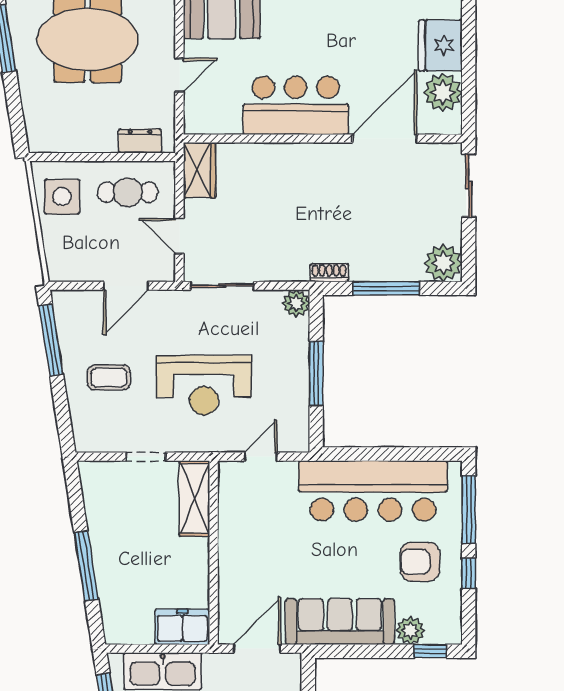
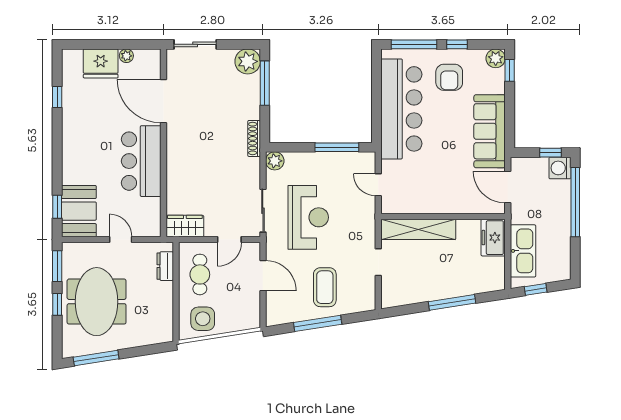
plant: (443, 92) -> (126, 56), width x0.53, depth x0.53
shoe rack: (329, 273) -> (254, 138), width x1.43
window: (386, 288) -> (265, 83), moved
window: (51, 340) -> (318, 323), moved
window: (316, 373) -> (337, 147), moved
coffee table: (109, 377) -> (325, 287), width x1.36, depth x1.30
reception desk: (204, 385) -> (308, 217), moved
shelving: (195, 498) -> (418, 229), width x1.47
plant: (410, 631) -> (496, 58), moved

